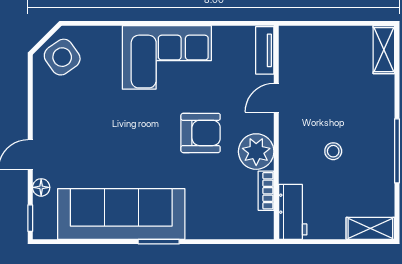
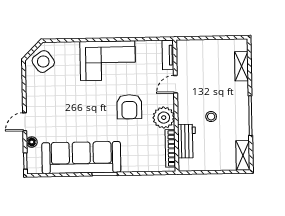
shelving: (384, 50) -> (241, 66), moved
armchair: (201, 133) -> (129, 107), turned 90
bookcase: (266, 191) -> (170, 148), width x1.56
workbench: (293, 212) -> (187, 141), moved
shelving: (370, 228) -> (243, 155), moved, turned 90

